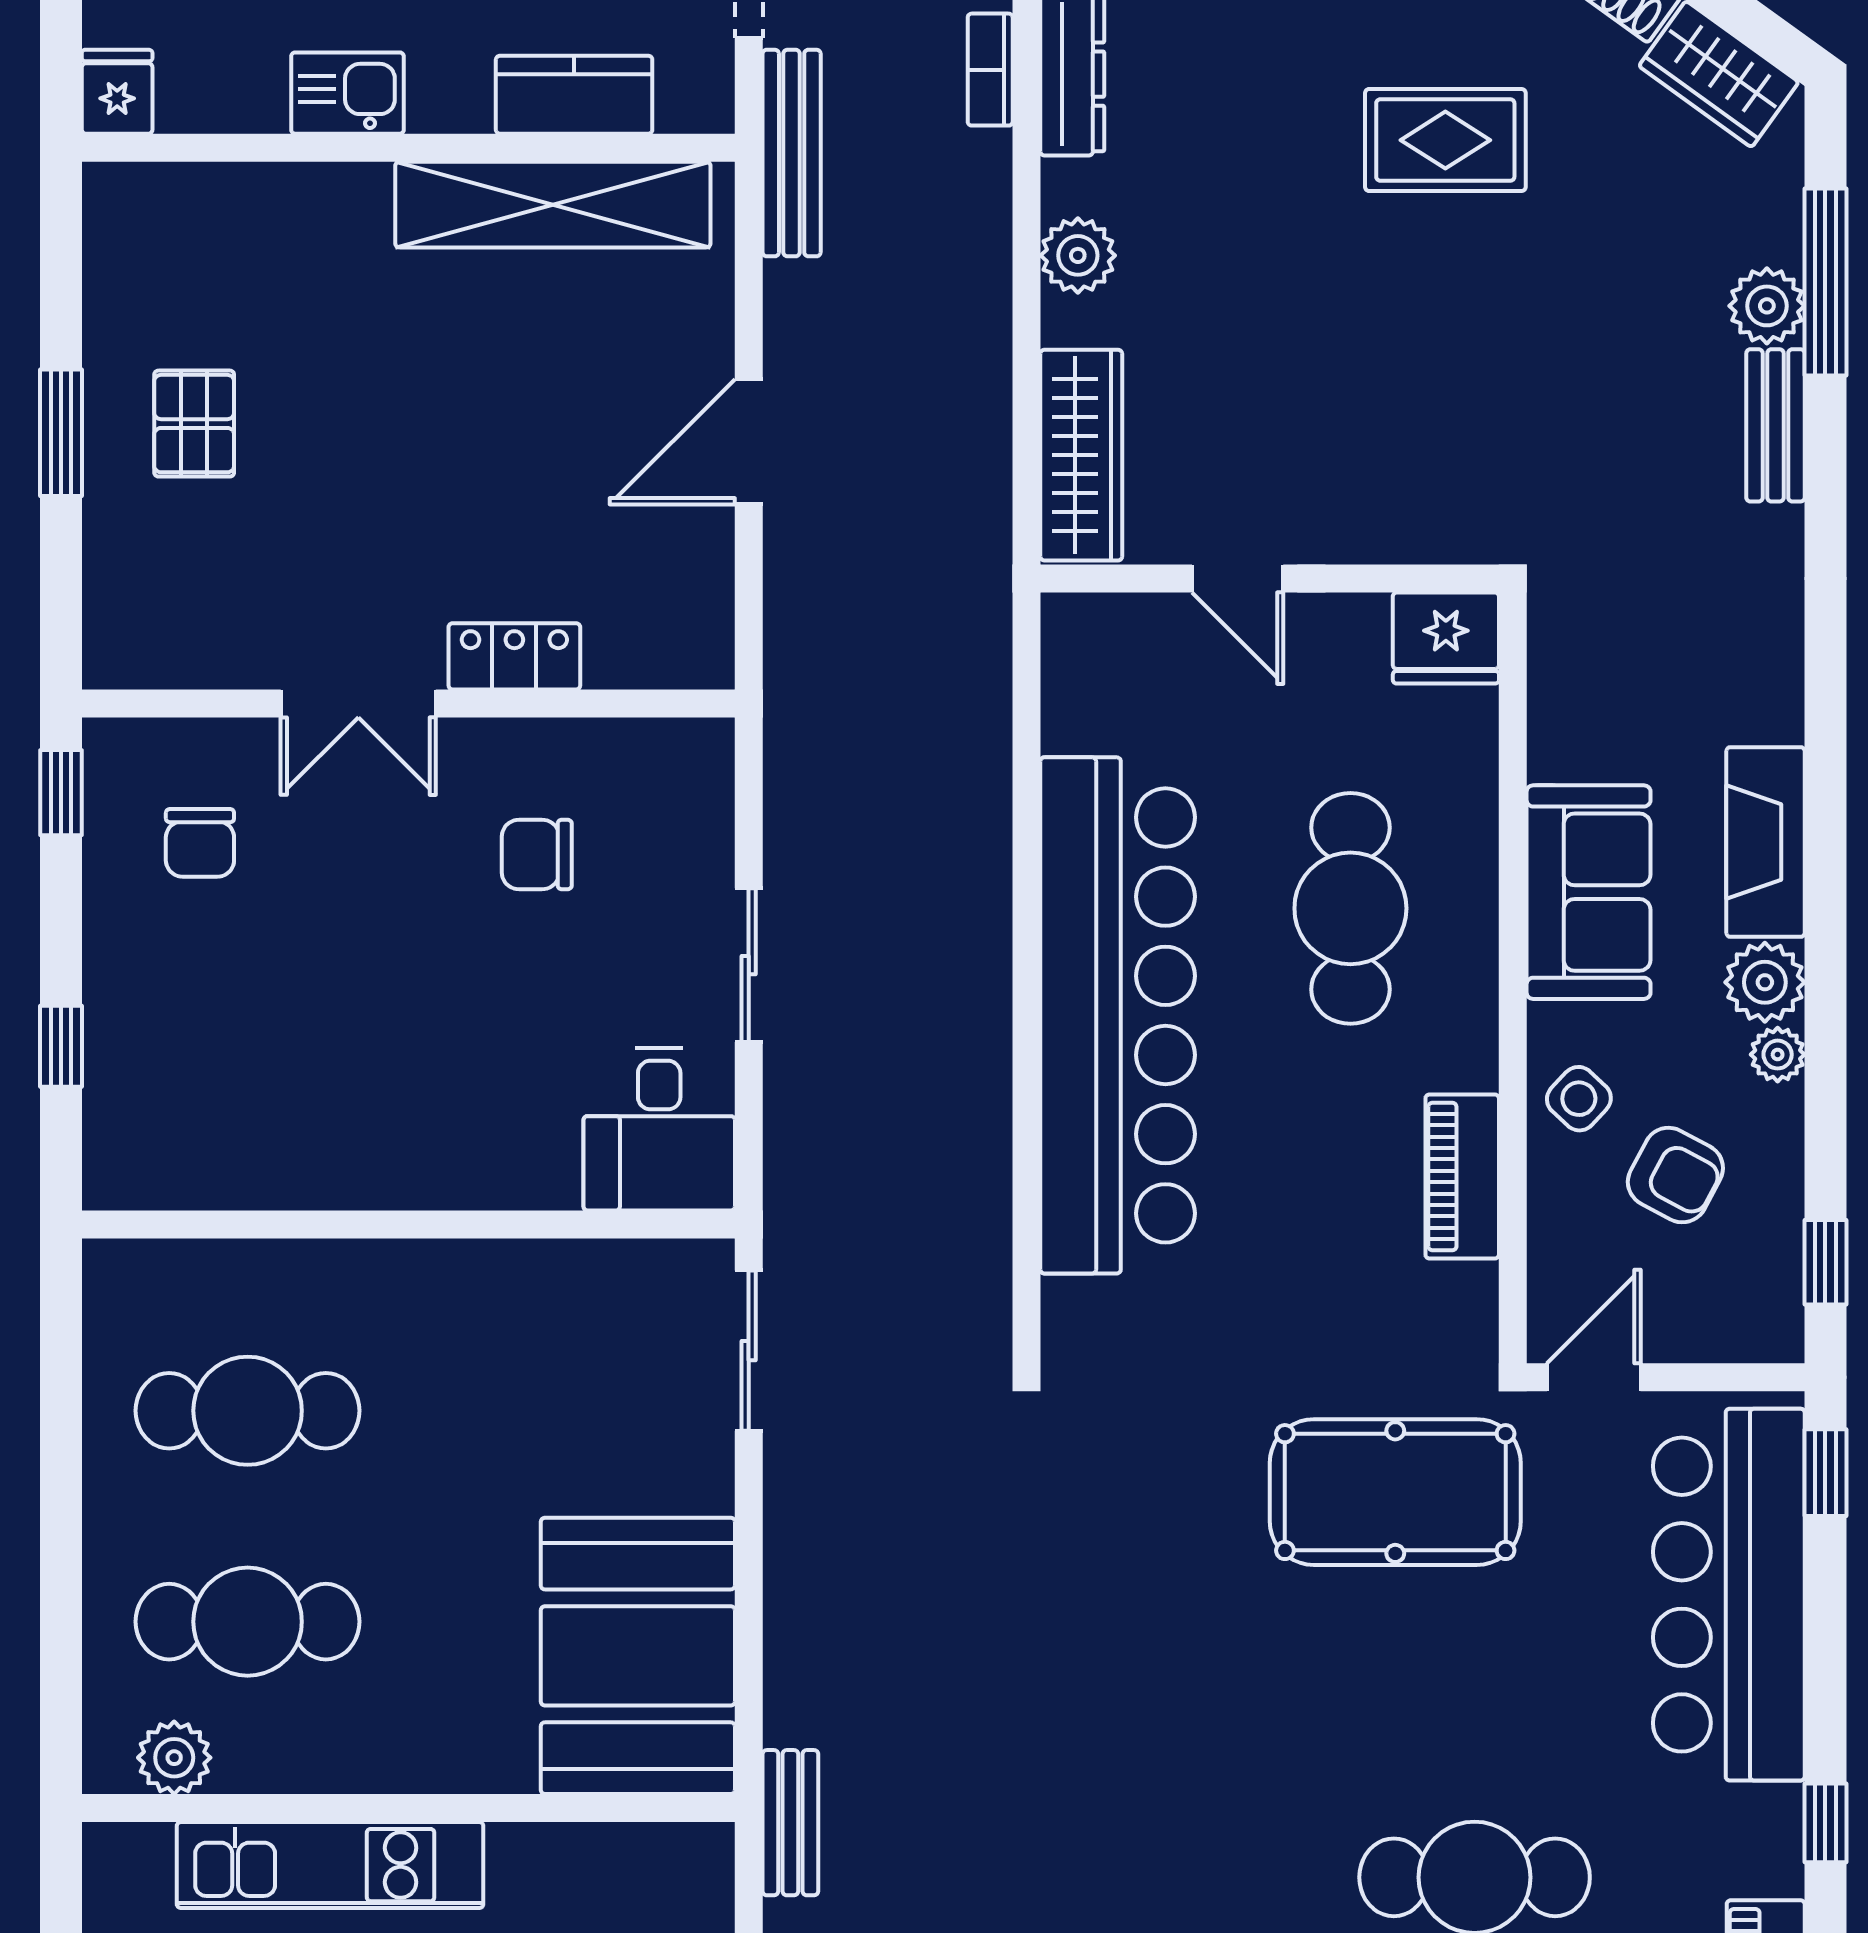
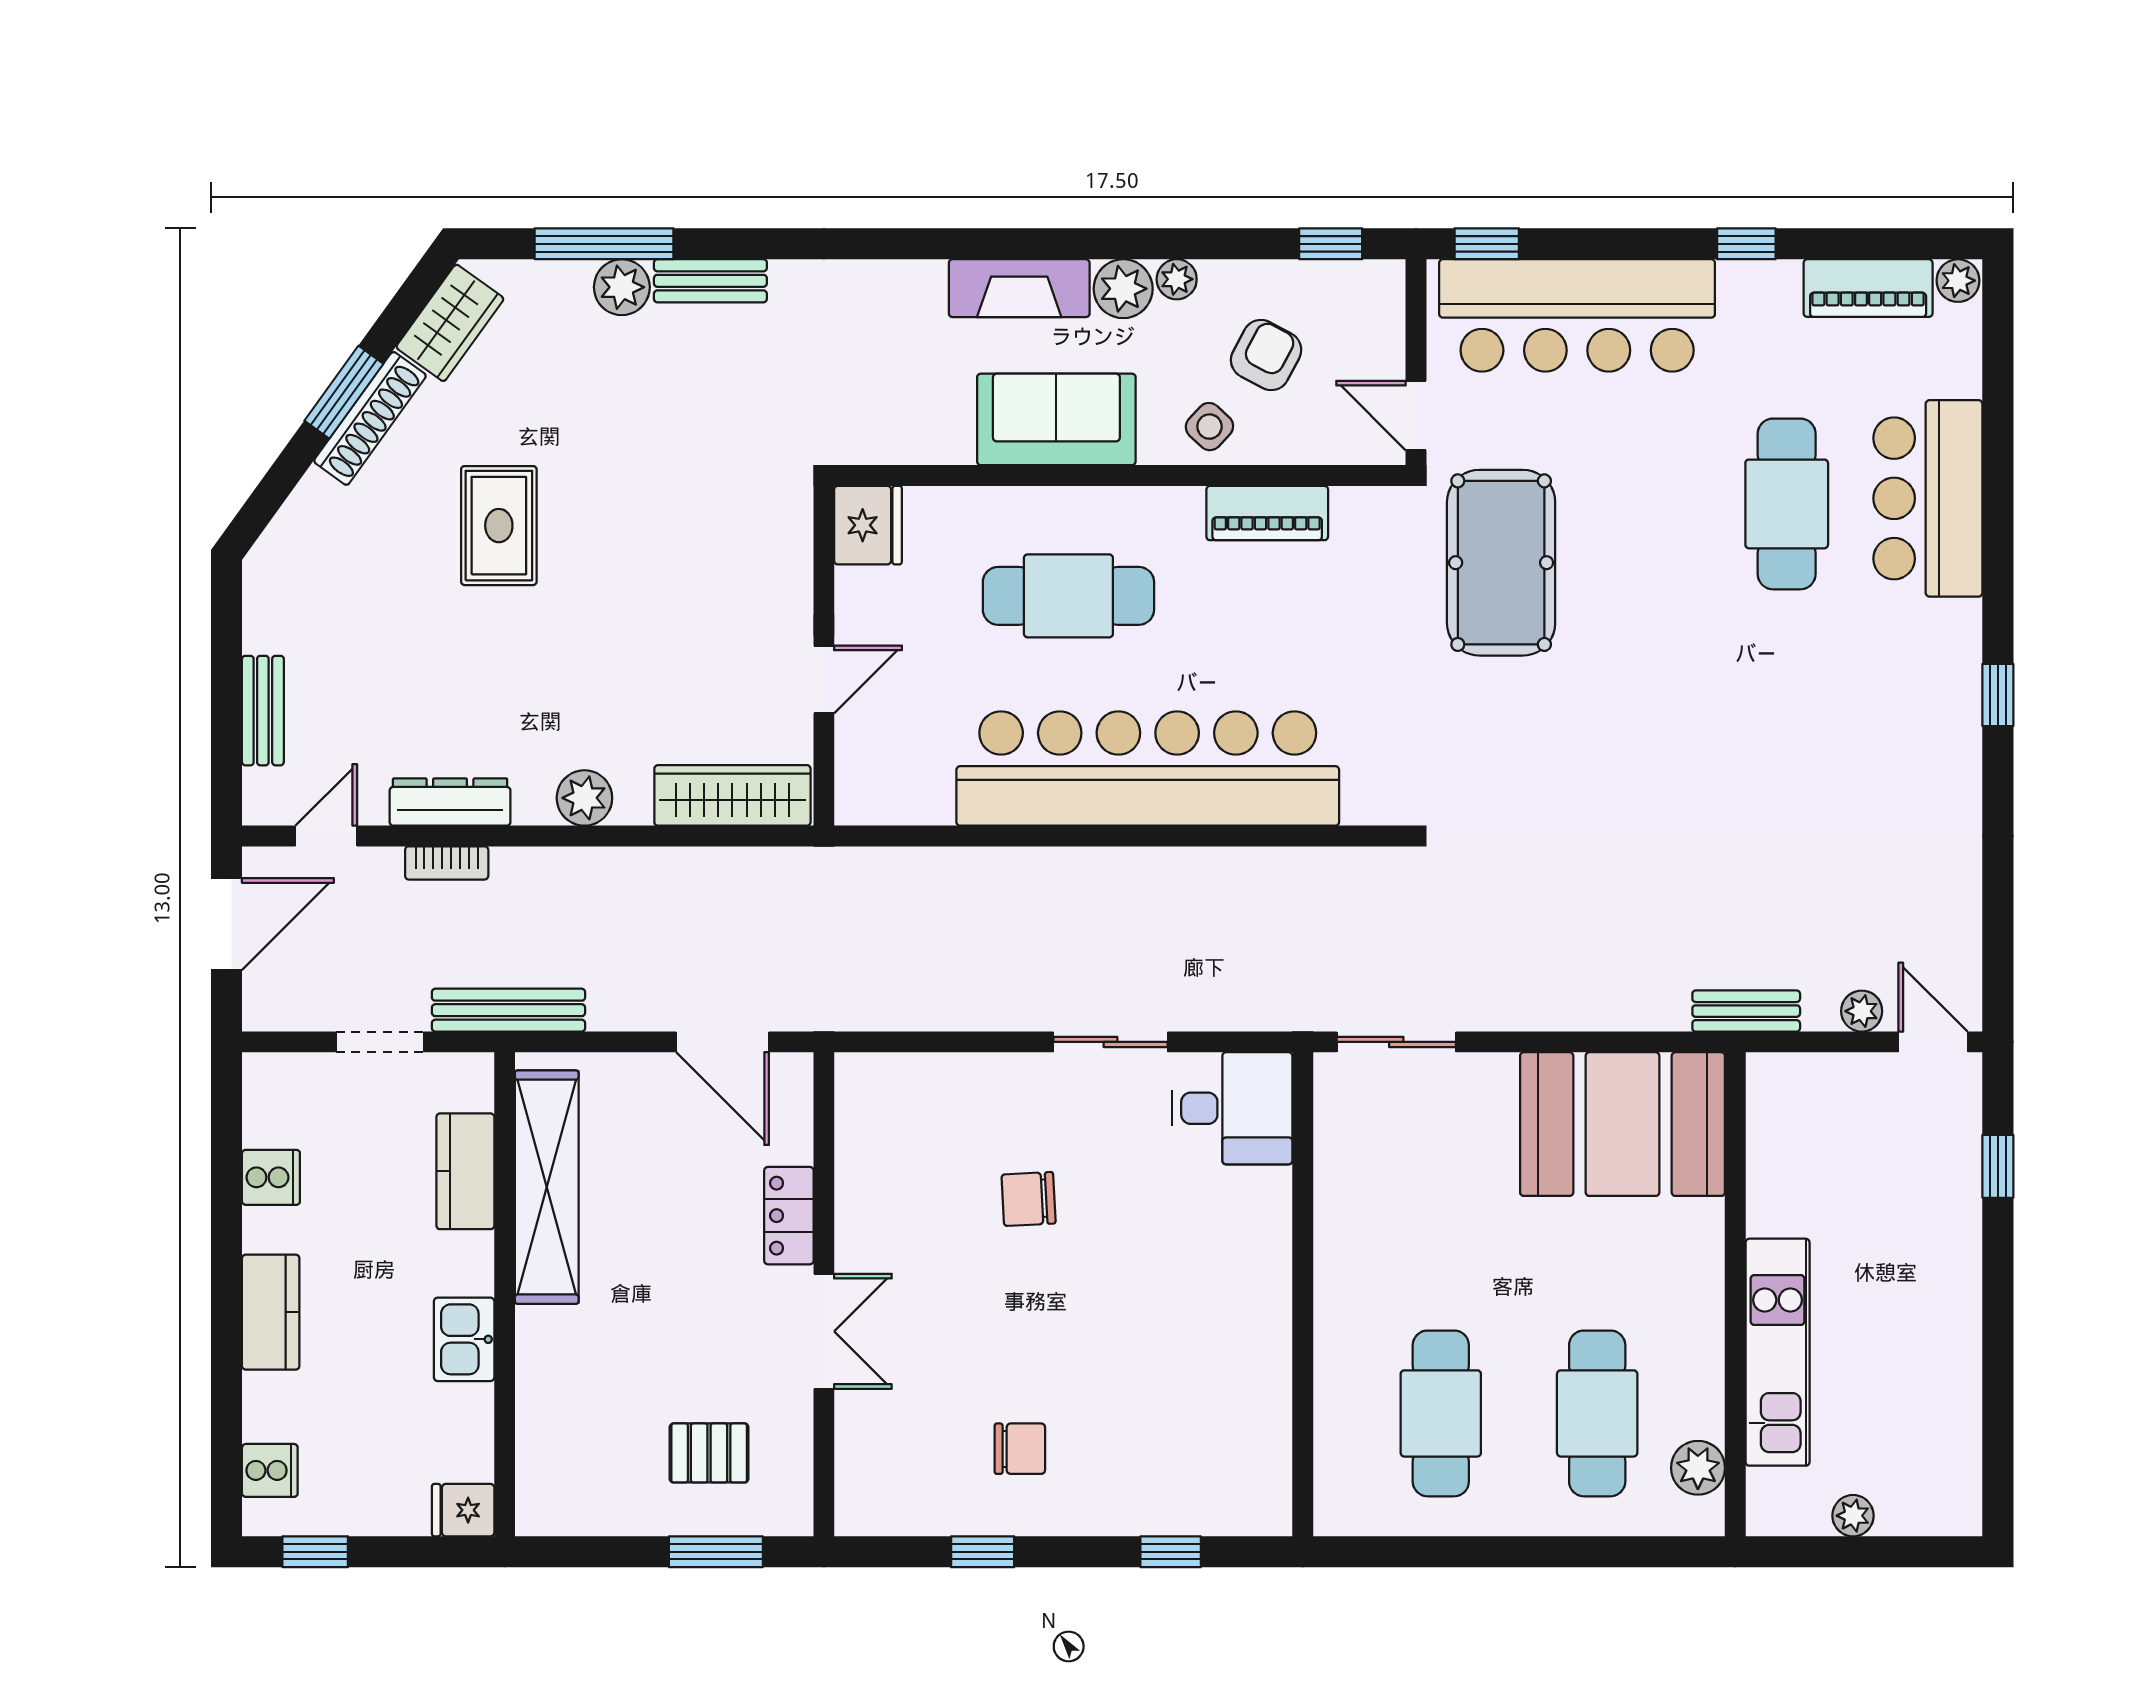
locker: (514, 656) -> (789, 1216), moved
double door: (358, 703) -> (824, 1331), moved
wall: (408, 703) -> (824, 1294), moved
chair: (537, 855) -> (1029, 1199), turned 87

